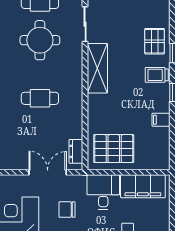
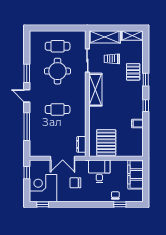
trolley: (157, 75) -> (112, 59), moved
pallet: (114, 149) -> (106, 143), turned 90
double door: (48, 172) -> (63, 158), swing flipped
filing cabinet: (143, 186) -> (136, 175), moved, turned 90

